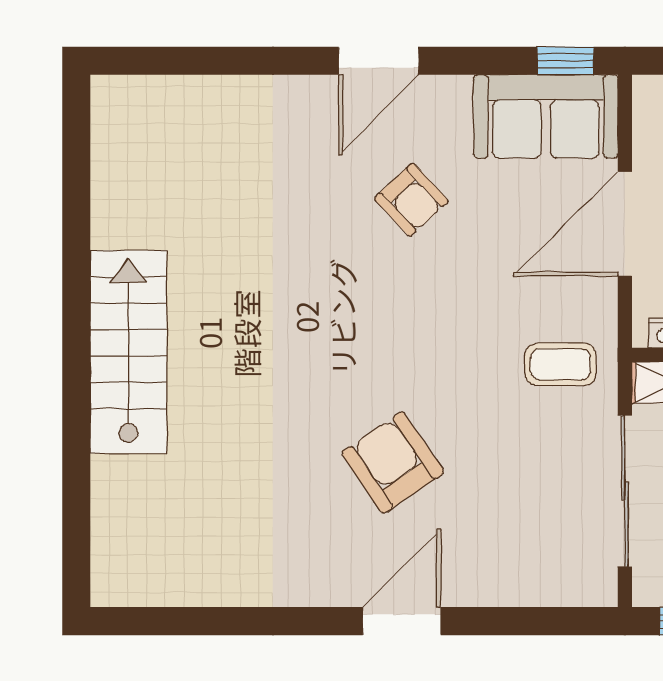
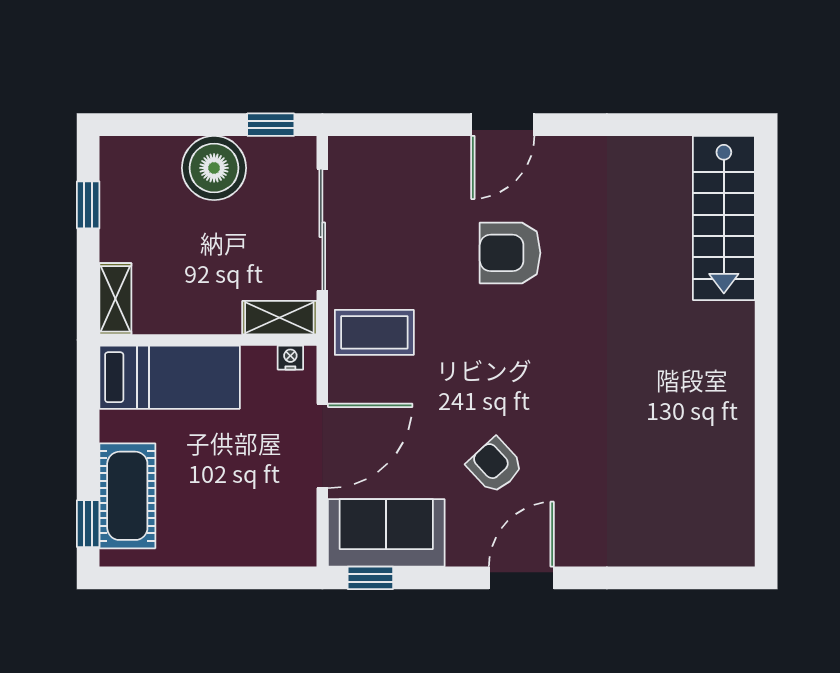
stairs: (128, 352) -> (724, 218), moved
coffee table: (561, 364) -> (374, 332), width x1.36, depth x1.30
armchair: (393, 463) -> (510, 253), turned 124

